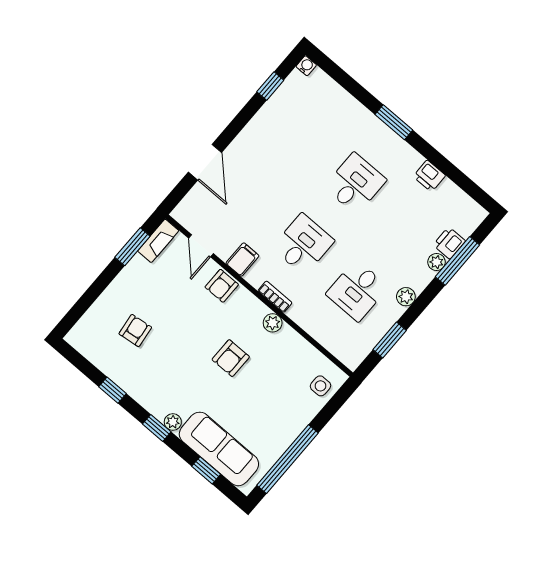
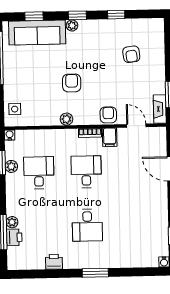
desk: (303, 244) -> (86, 172), turned 180
bookcase: (275, 297) -> (90, 133), moved
plant: (406, 297) -> (11, 166), moved
water cooler: (352, 362) -> (10, 135), added

